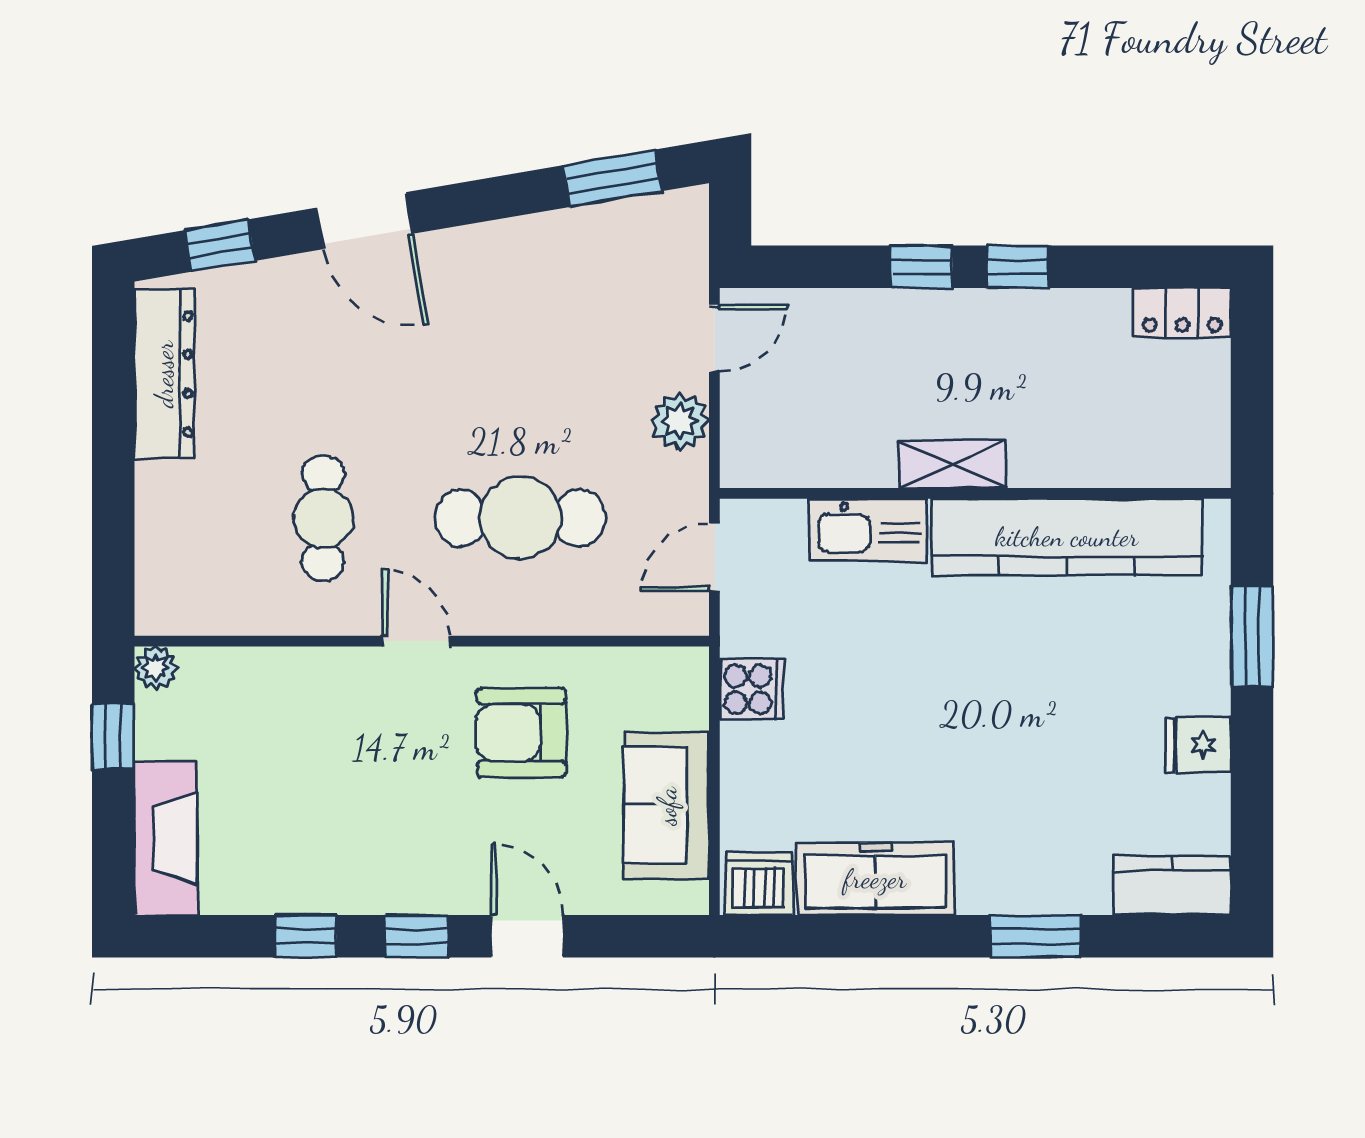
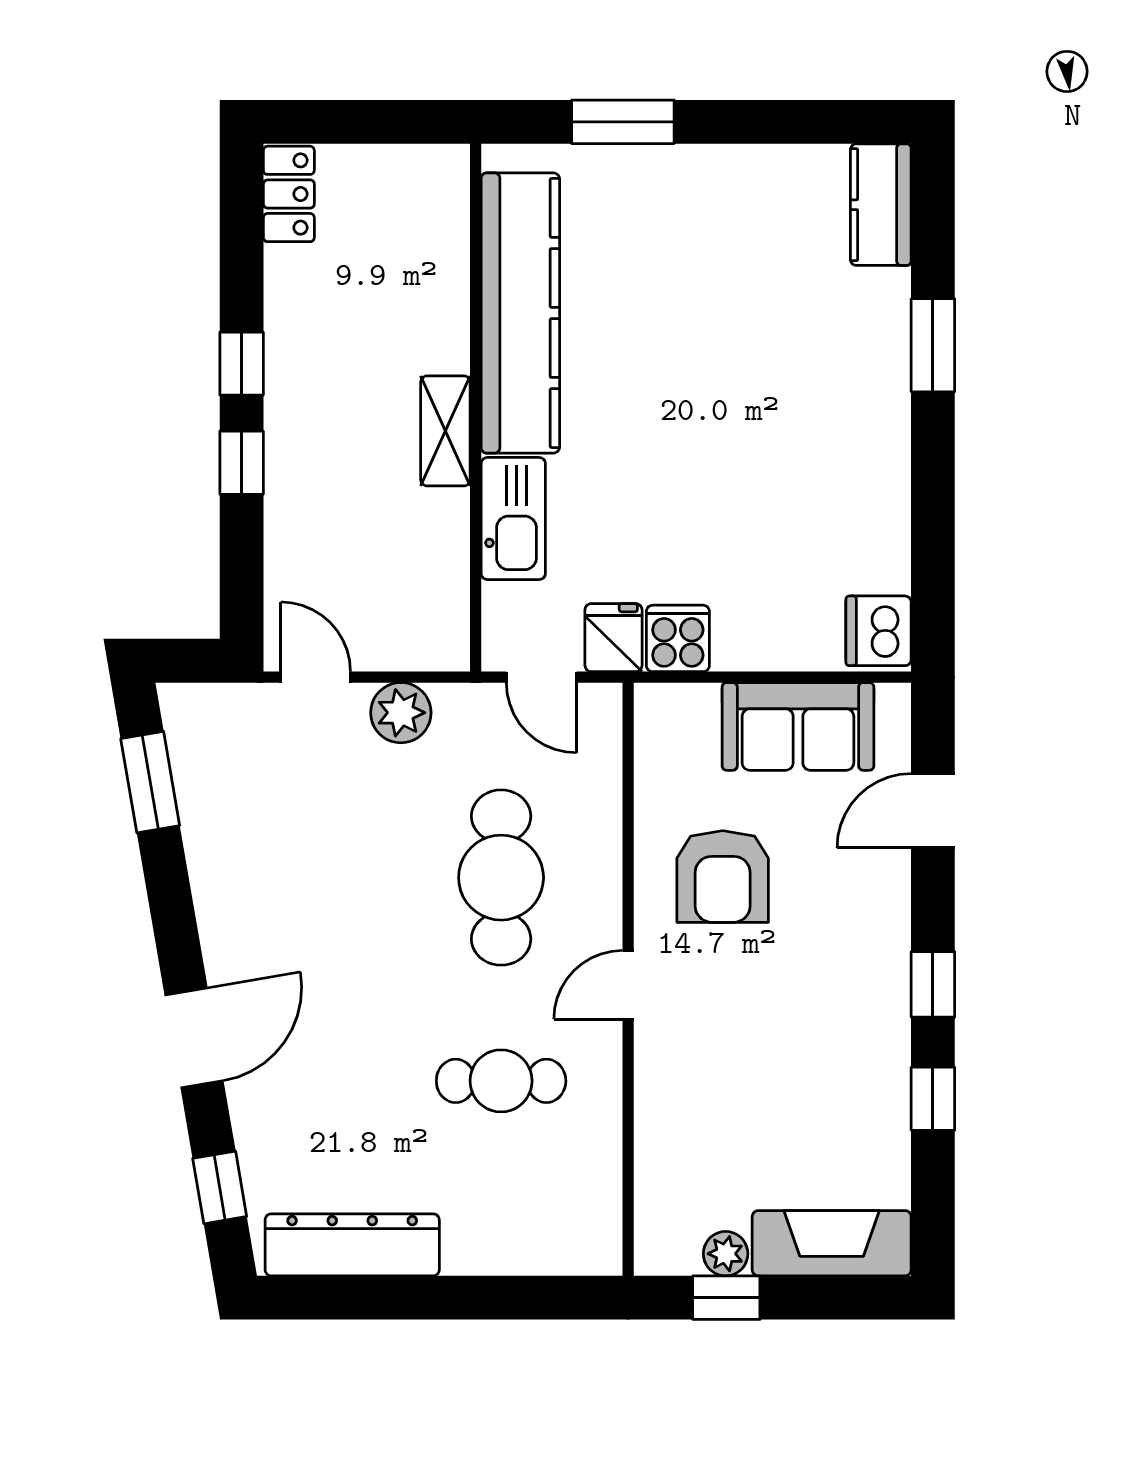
plant: (156, 668) -> (726, 1254), moved
fridge: (1198, 745) -> (614, 638), moved, turned 180
freezer: (875, 879) -> (874, 511), removed
door: (527, 936) -> (933, 811), moved

